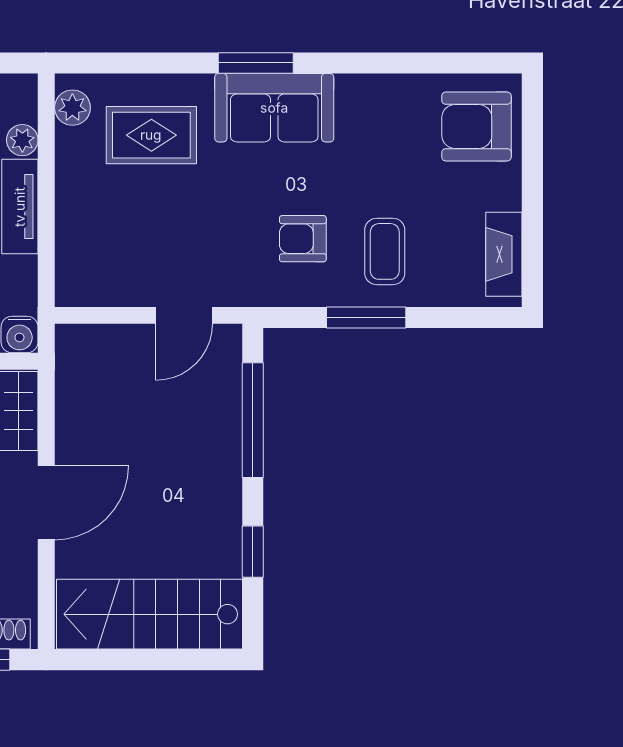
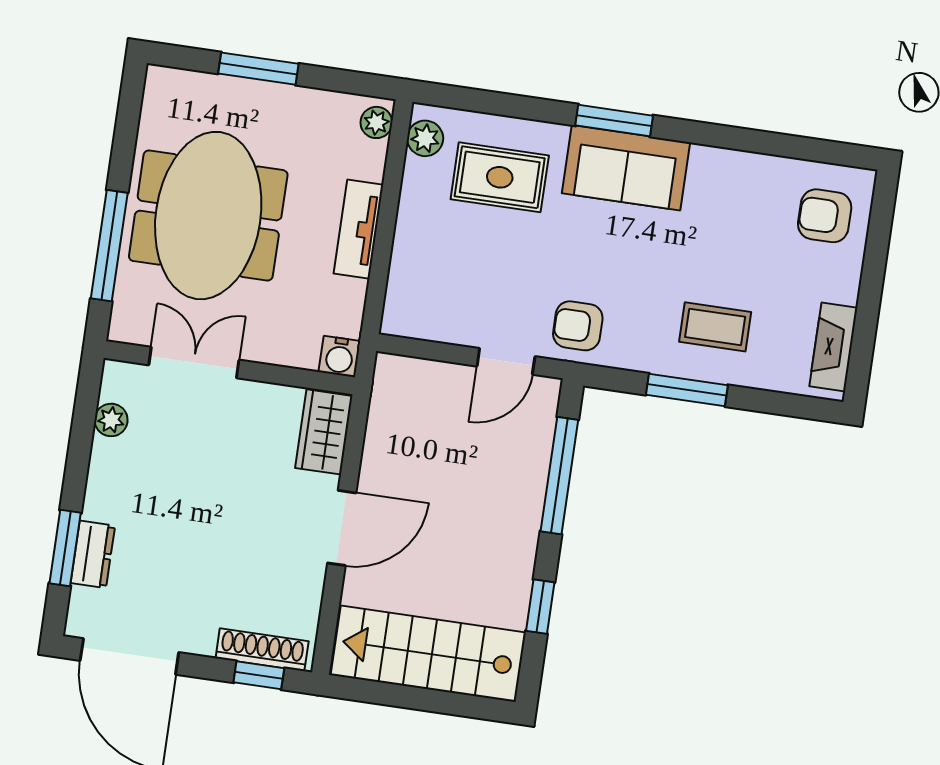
armchair: (476, 126) -> (825, 216), width x0.72, depth x0.72
plant: (22, 140) -> (376, 122), moved
armchair: (303, 239) -> (578, 326), moved
coffee table: (385, 251) -> (715, 327), turned 90

